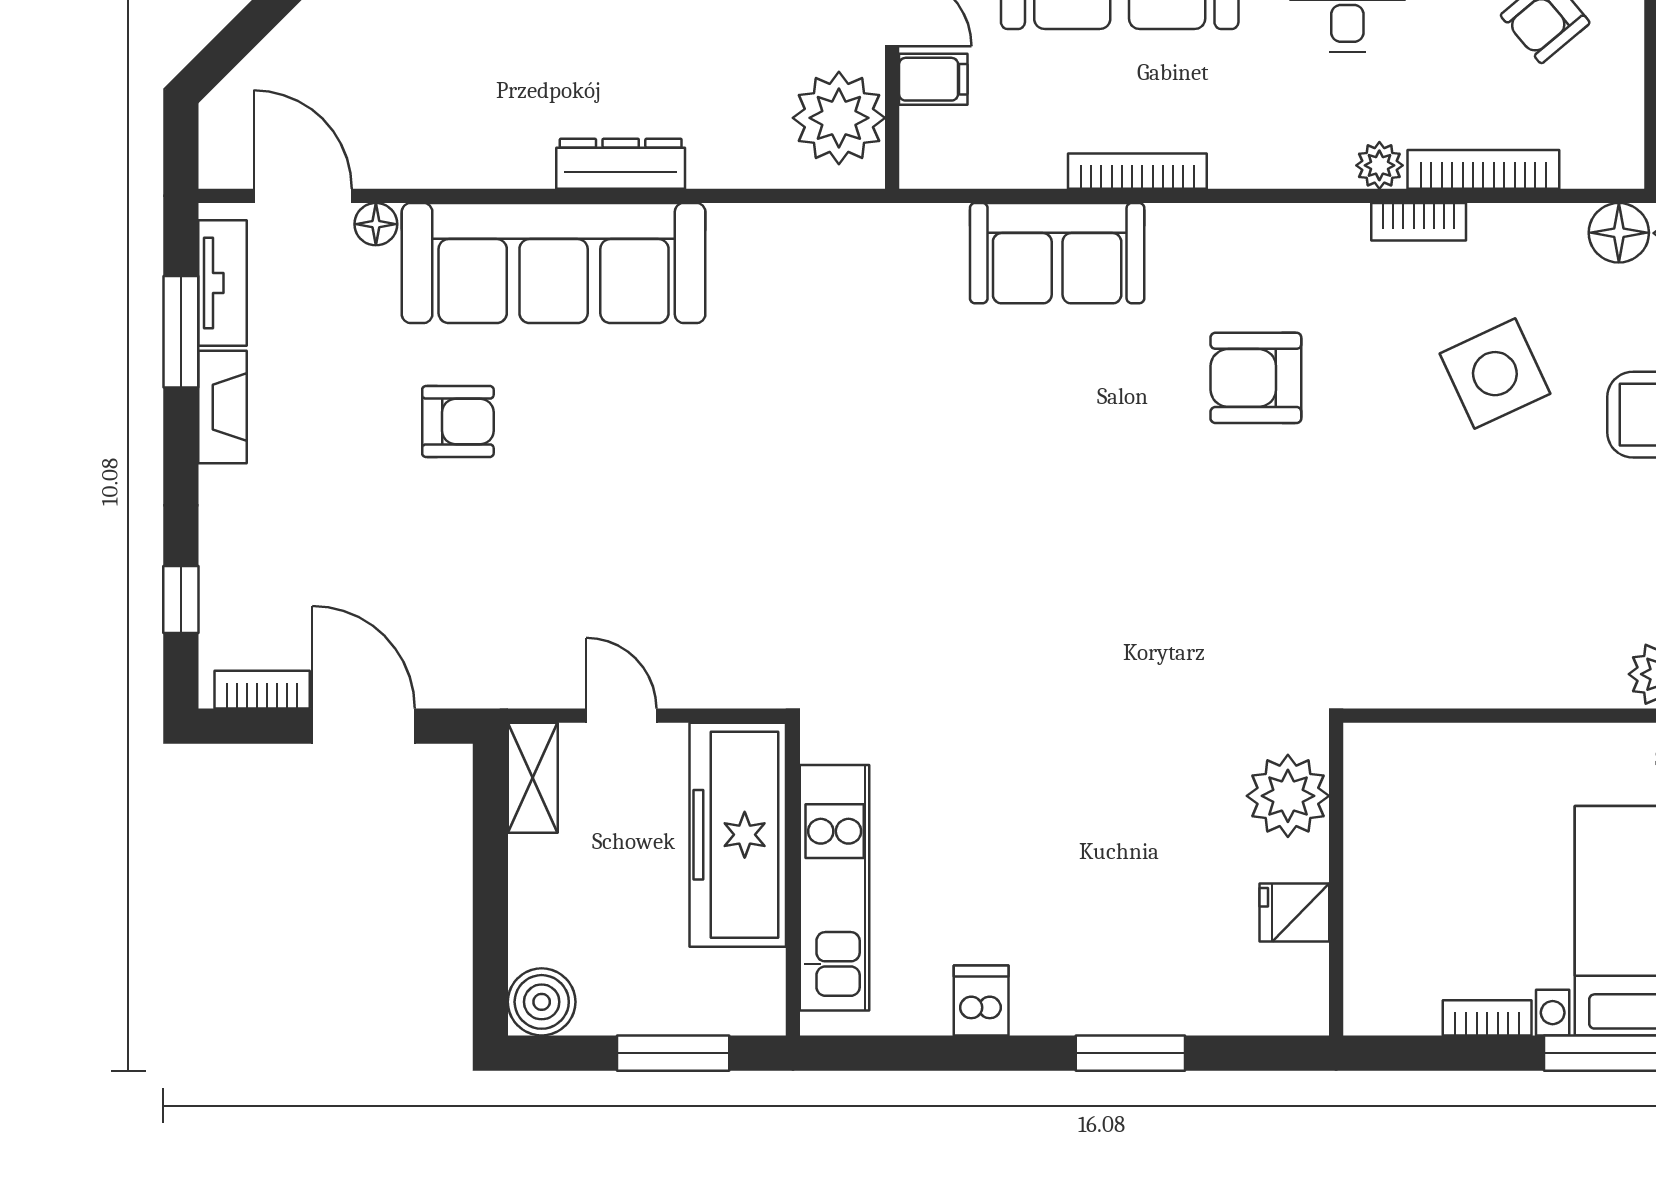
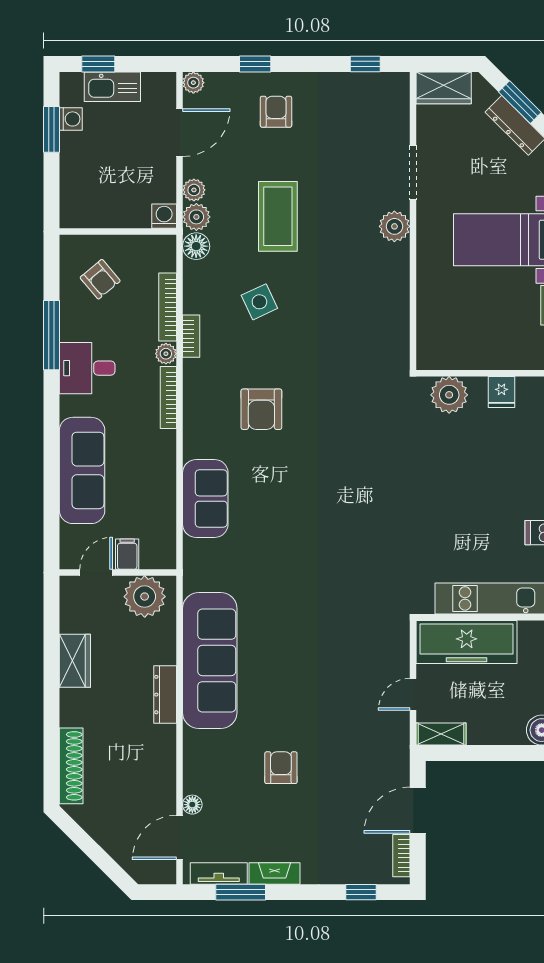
bookcase: (1137, 171) -> (168, 397), moved
sofa: (554, 263) -> (210, 661), moved
side table: (1495, 374) -> (259, 302), width x0.73, depth x0.73

